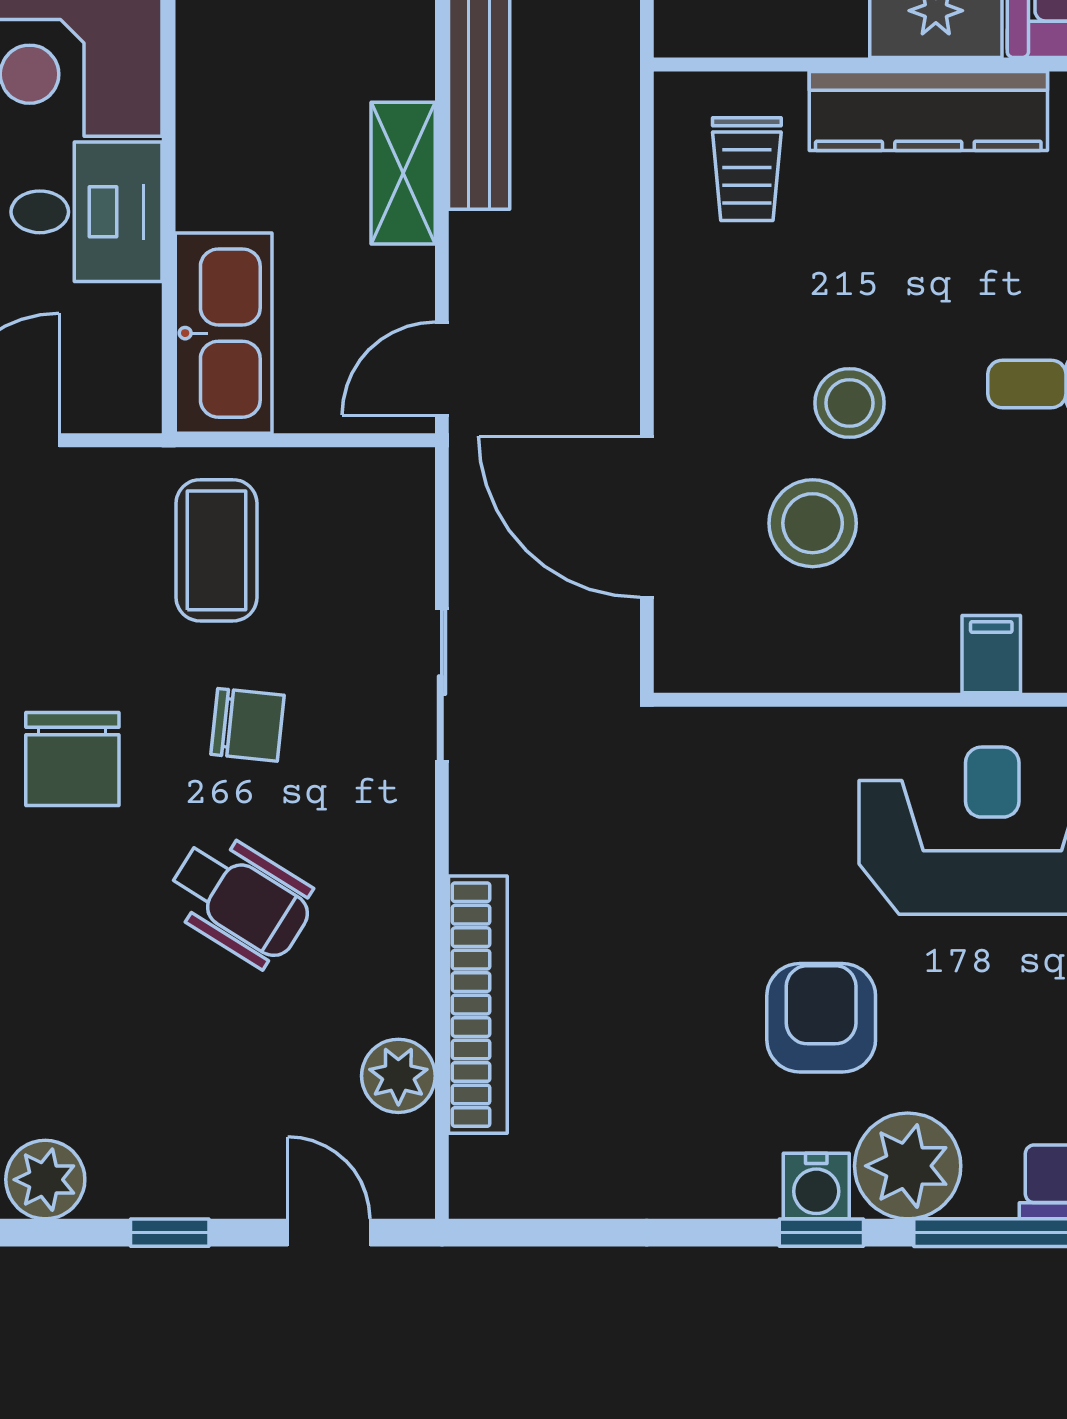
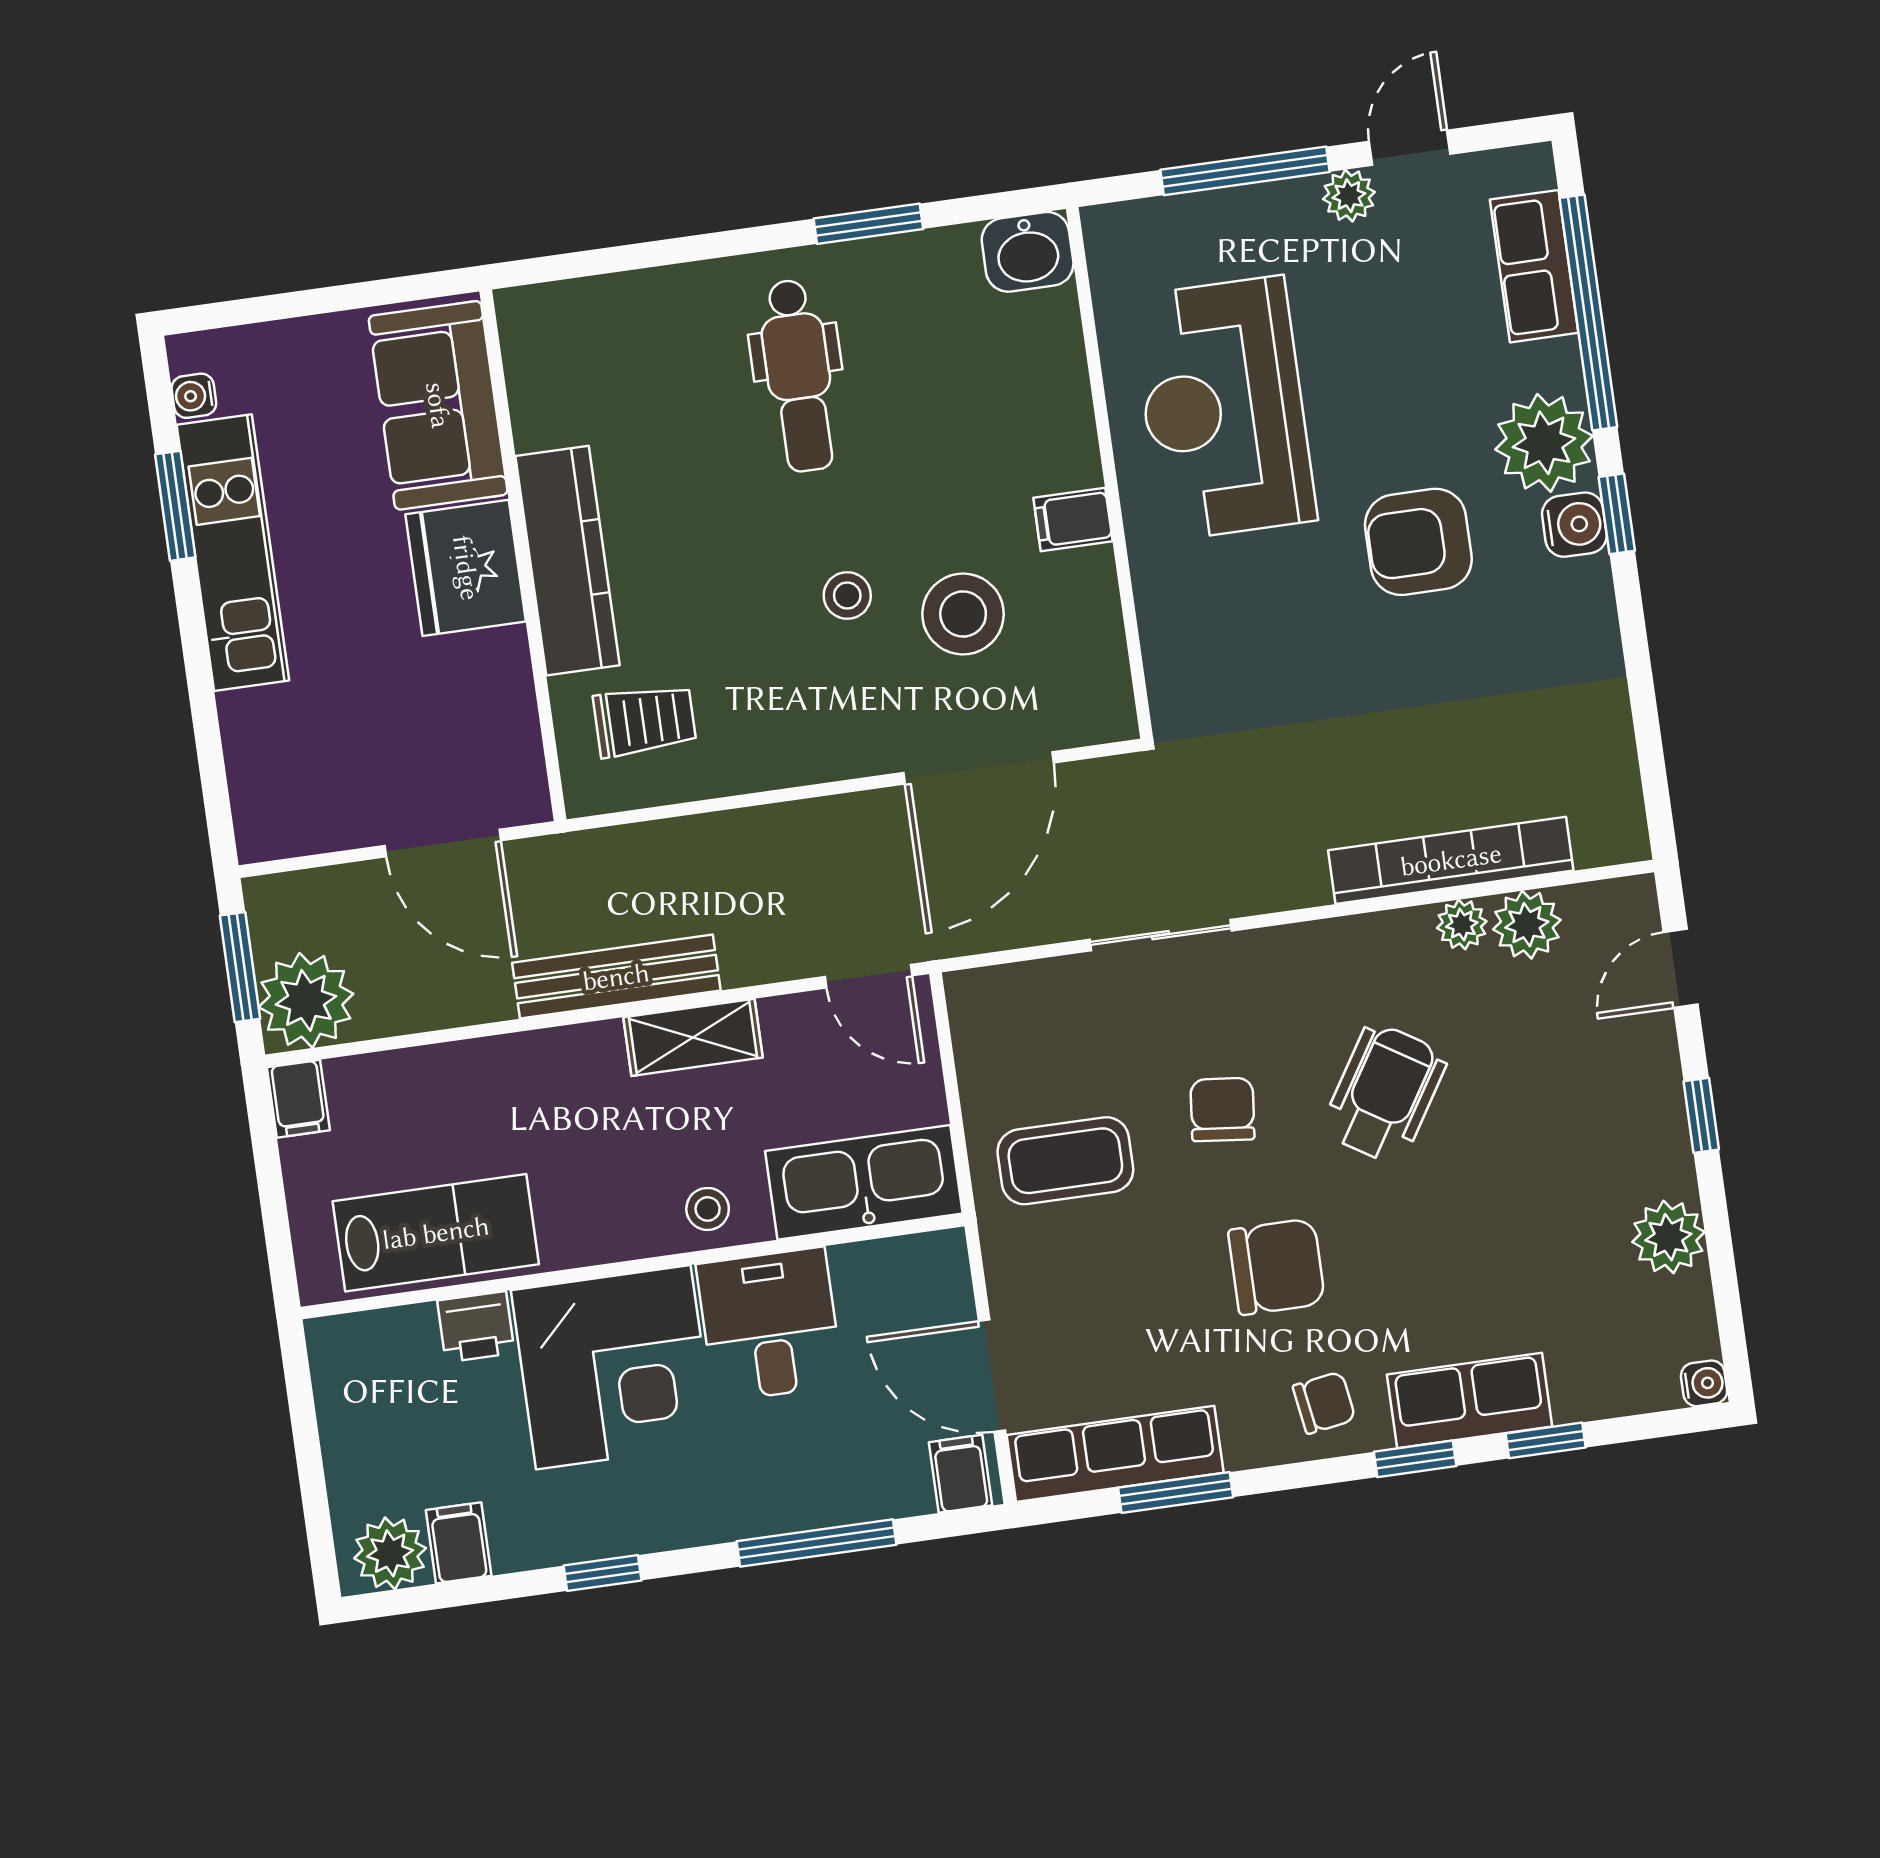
stool: (219, 163) -> (708, 1209), added
stool: (850, 403) -> (847, 595), width x0.73, depth x0.73
filing cabinet: (991, 654) -> (1073, 519), moved
plant: (408, 1007) -> (1462, 925), added

